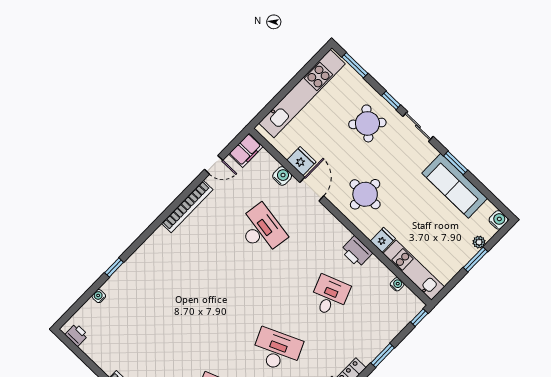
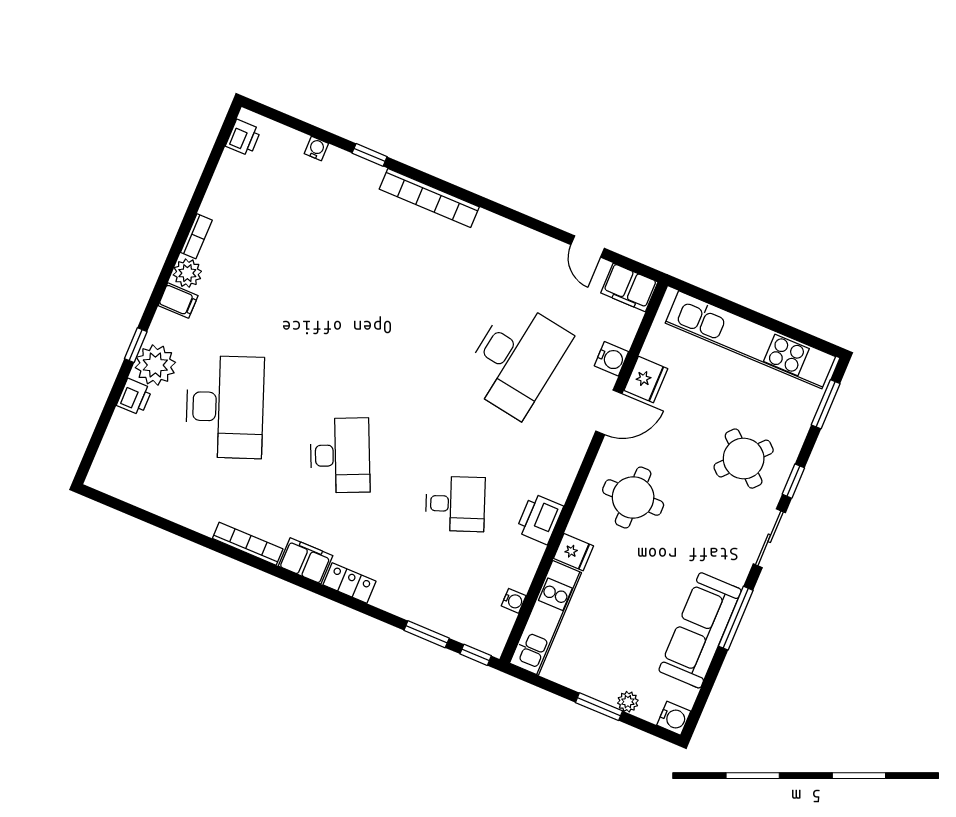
window: (456, 163) -> (736, 618), width x1.44
bookcase: (187, 206) -> (429, 198), moved
desk: (261, 230) -> (516, 359), width x1.36, depth x1.30
window: (383, 355) -> (427, 634), moved

